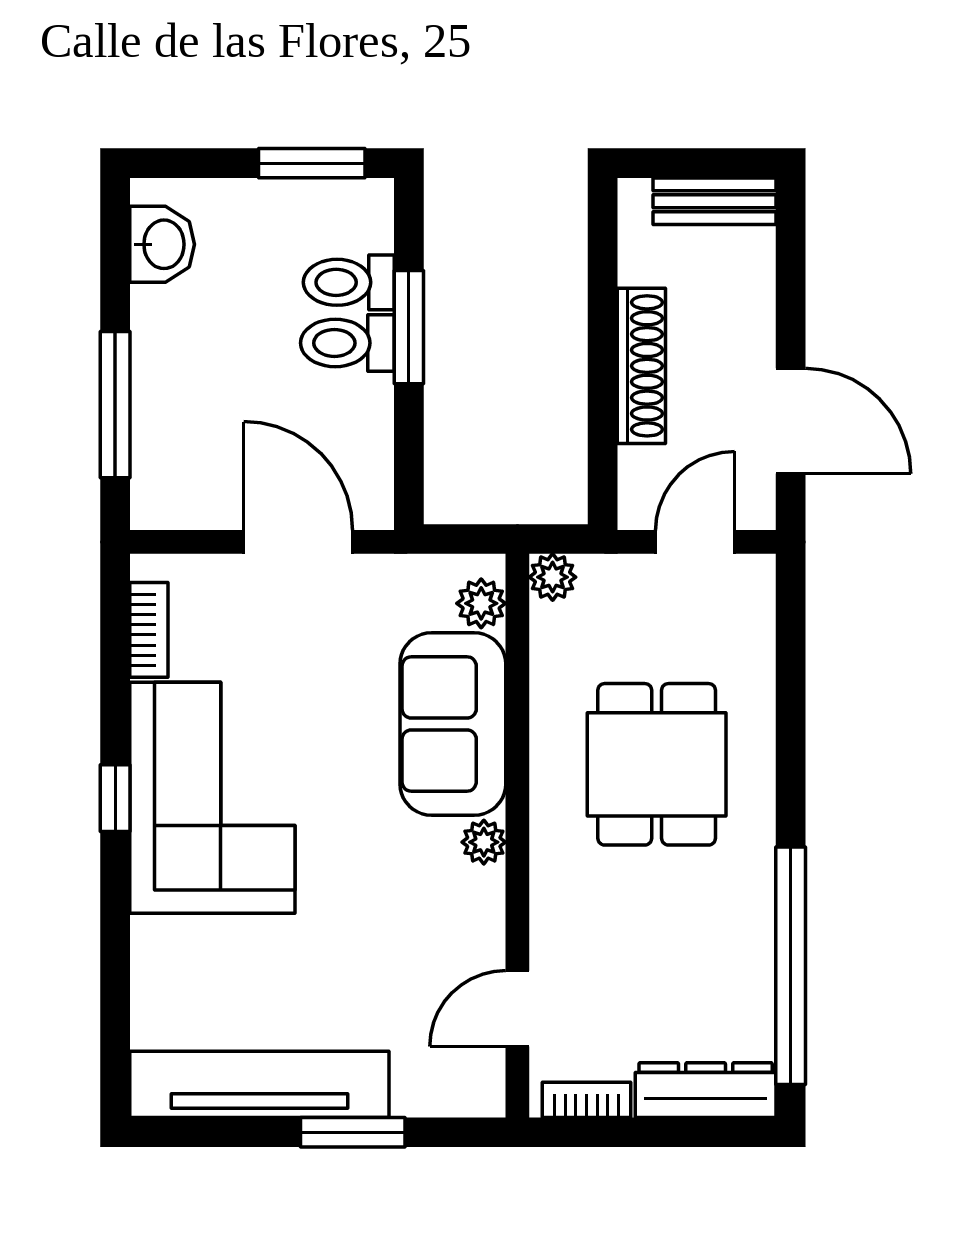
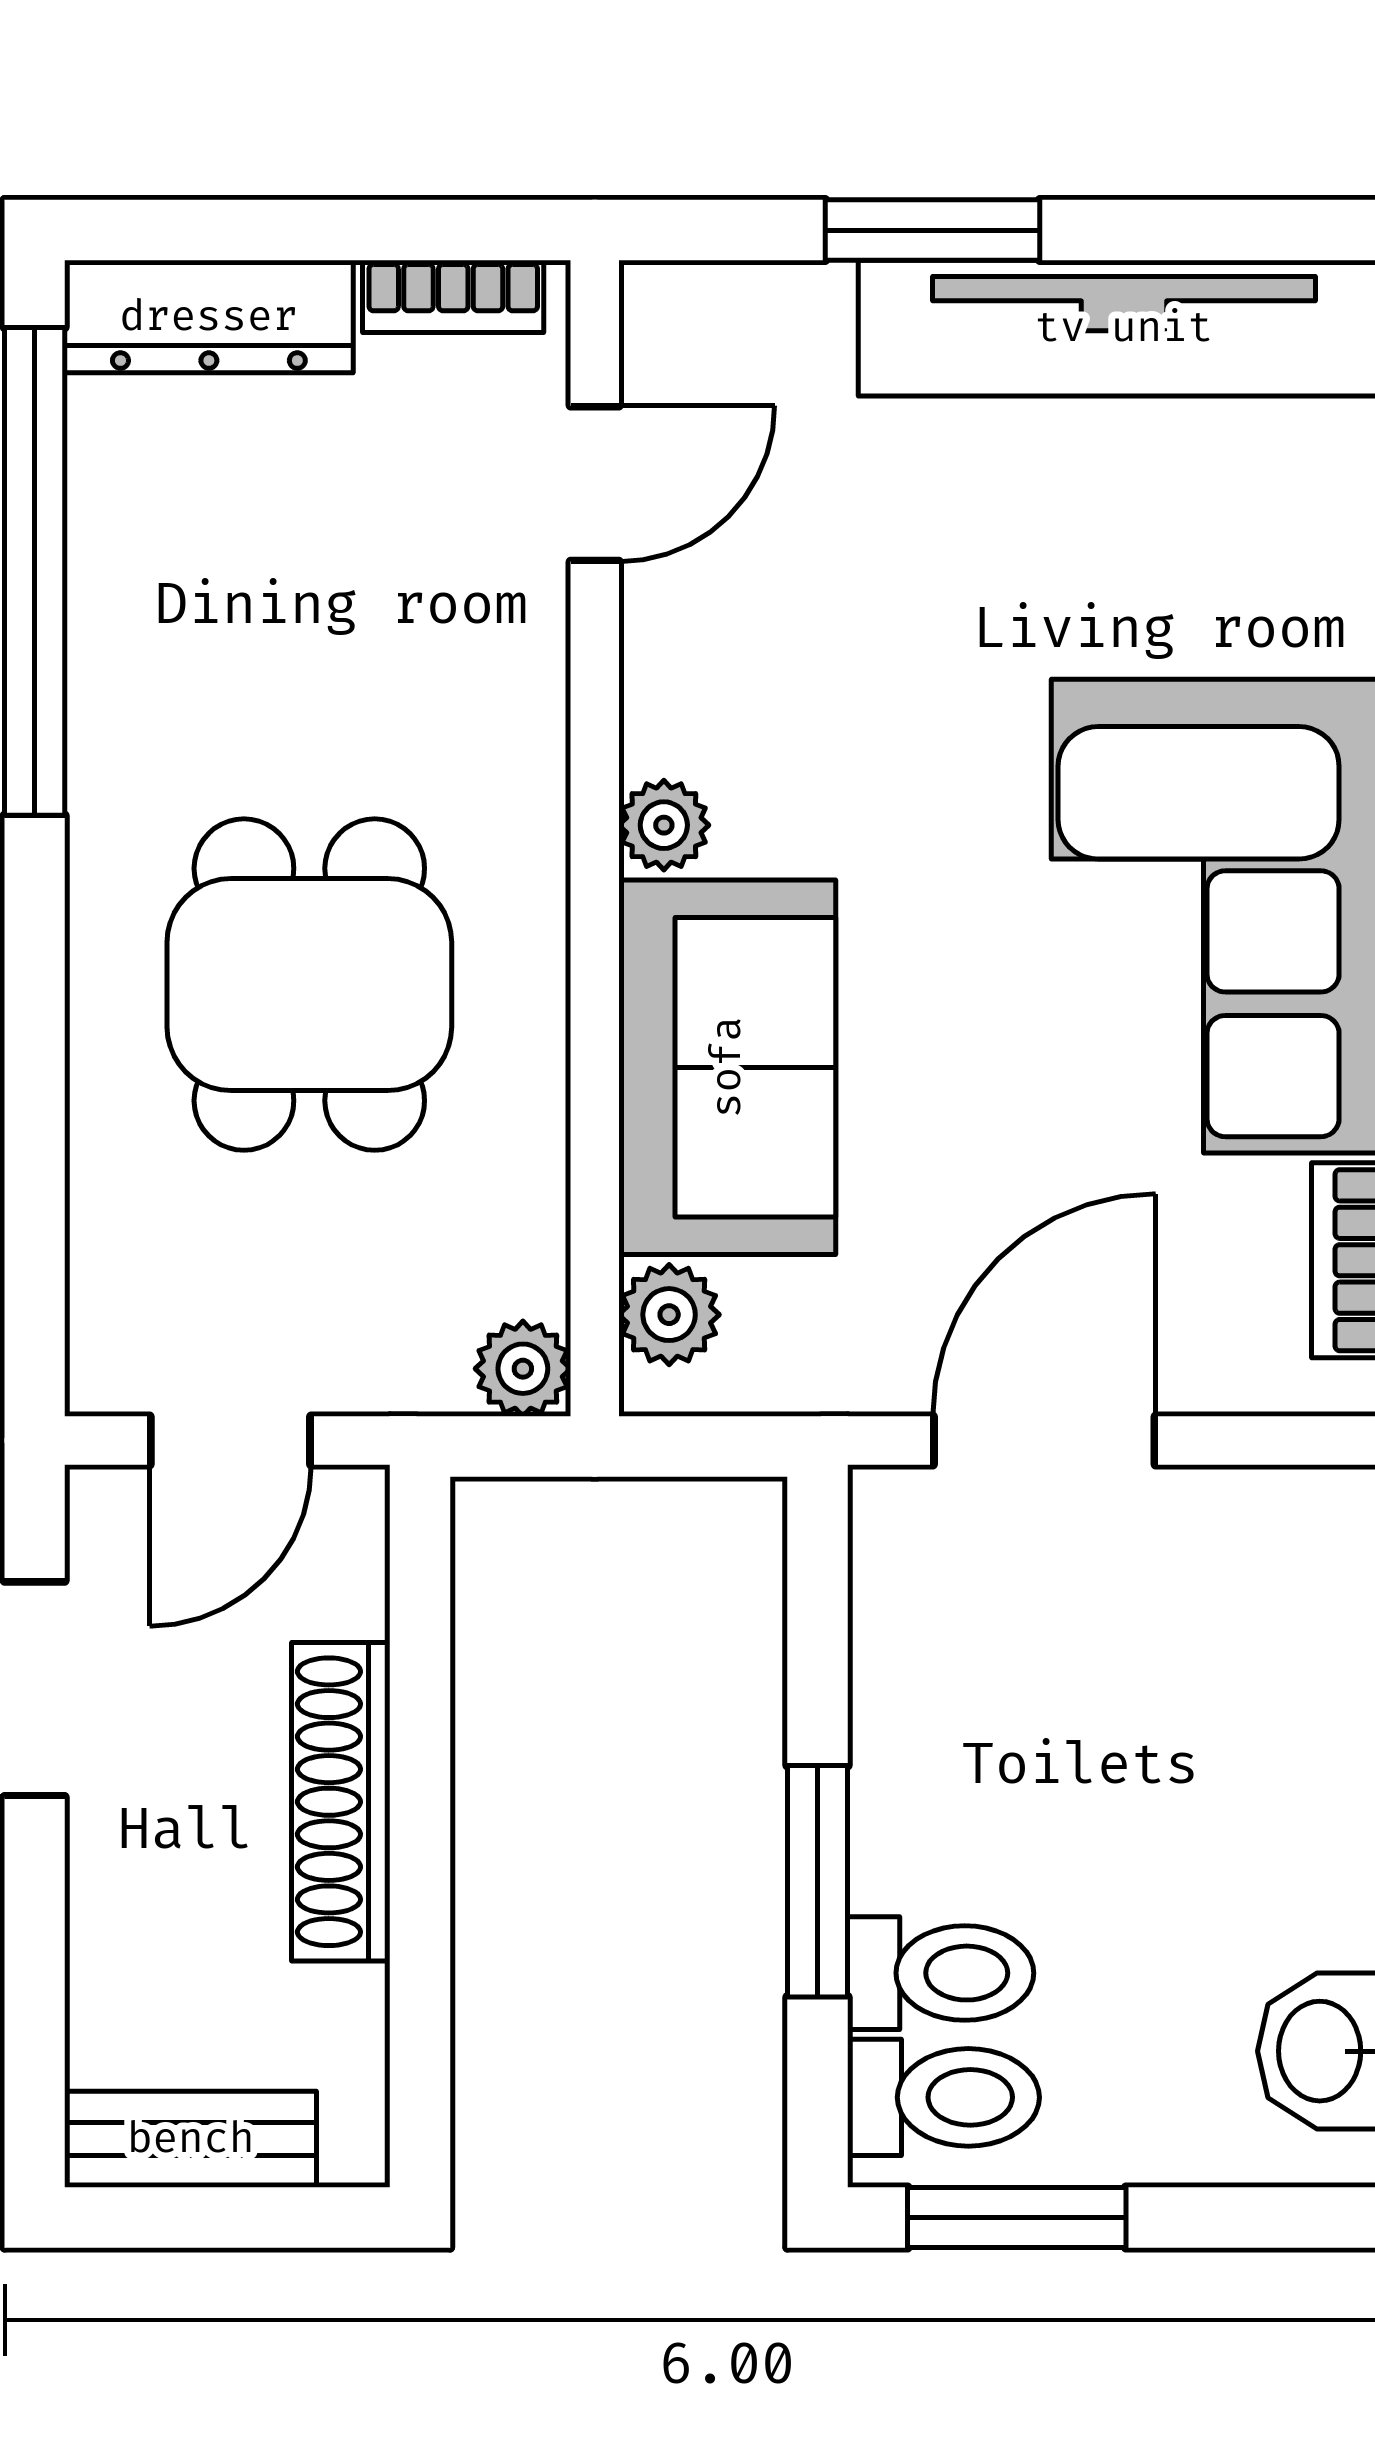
toilet: (347, 343) -> (943, 2097), moved
door: (298, 542) -> (1044, 1441), swing flipped

